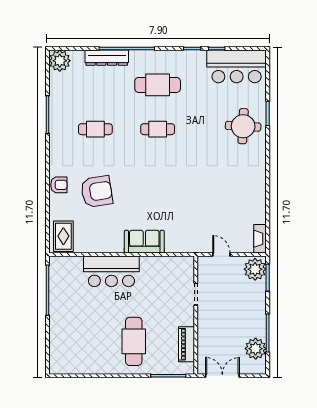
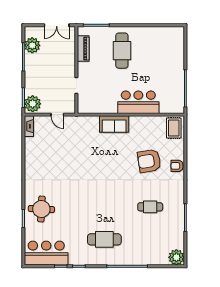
dresser: (107, 58) -> (142, 260), removed
cafe table: (158, 129) -> (104, 207), removed

